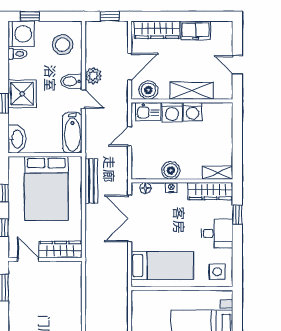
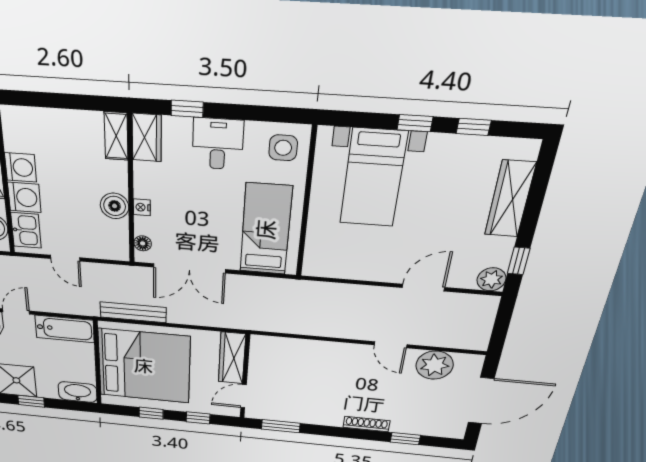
bed: (46, 188) -> (144, 366), width x1.36
wardrobe: (210, 191) -> (147, 138), width x0.67

